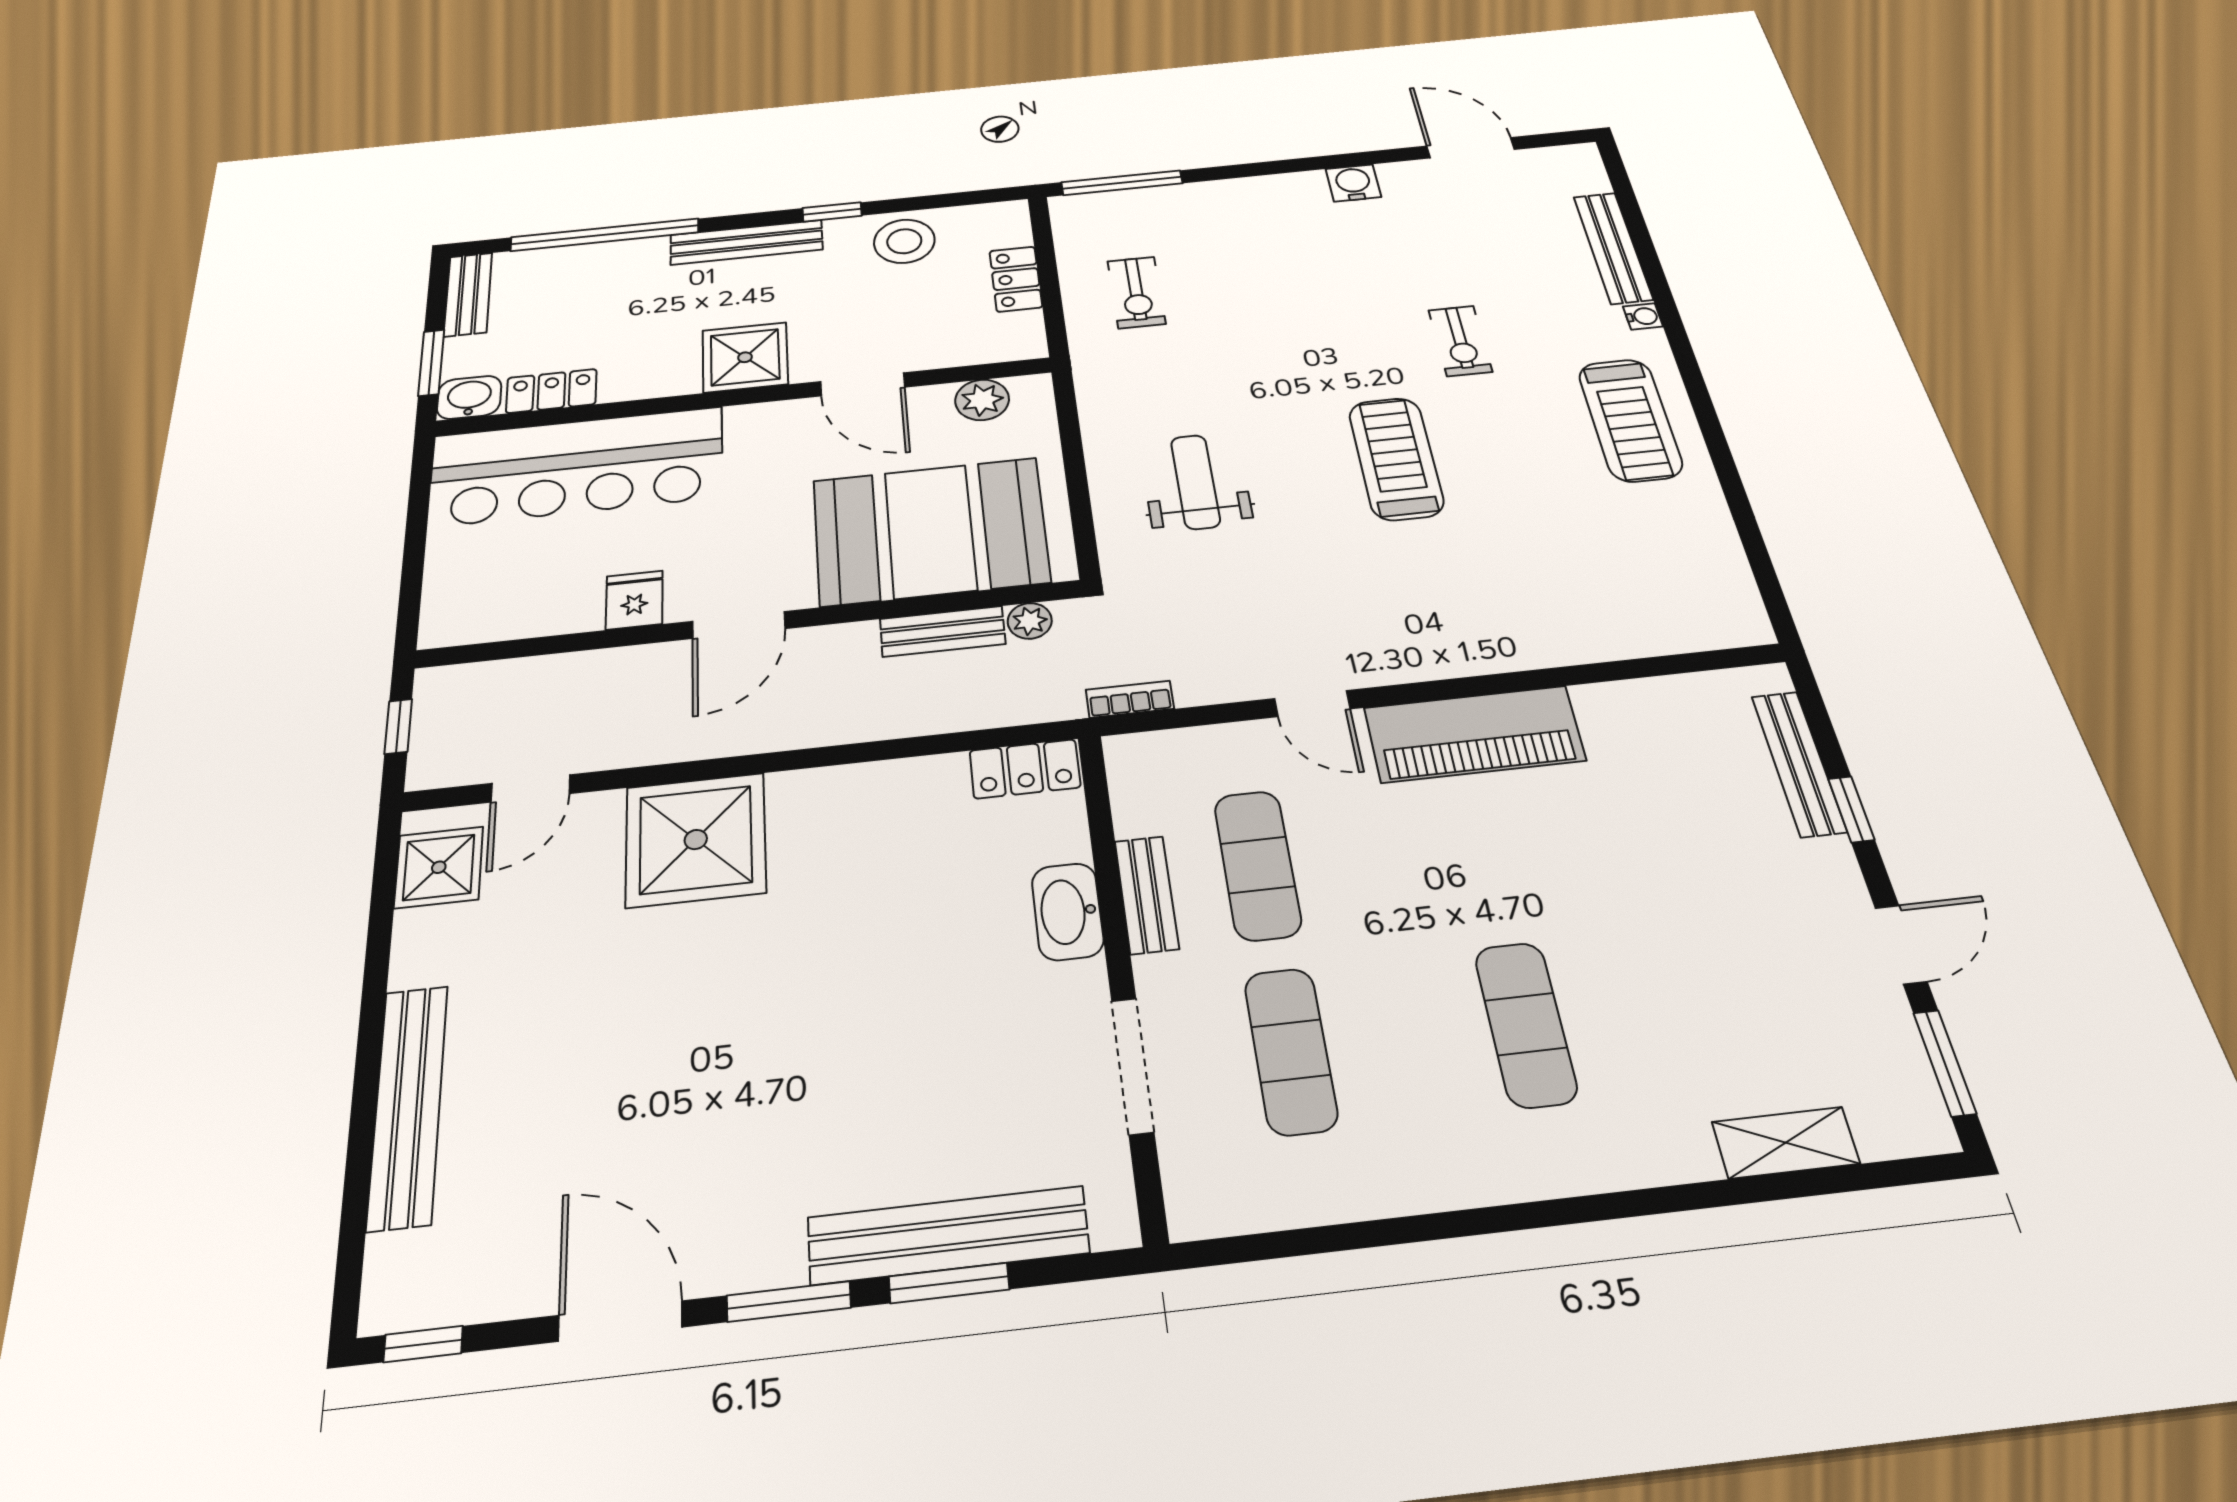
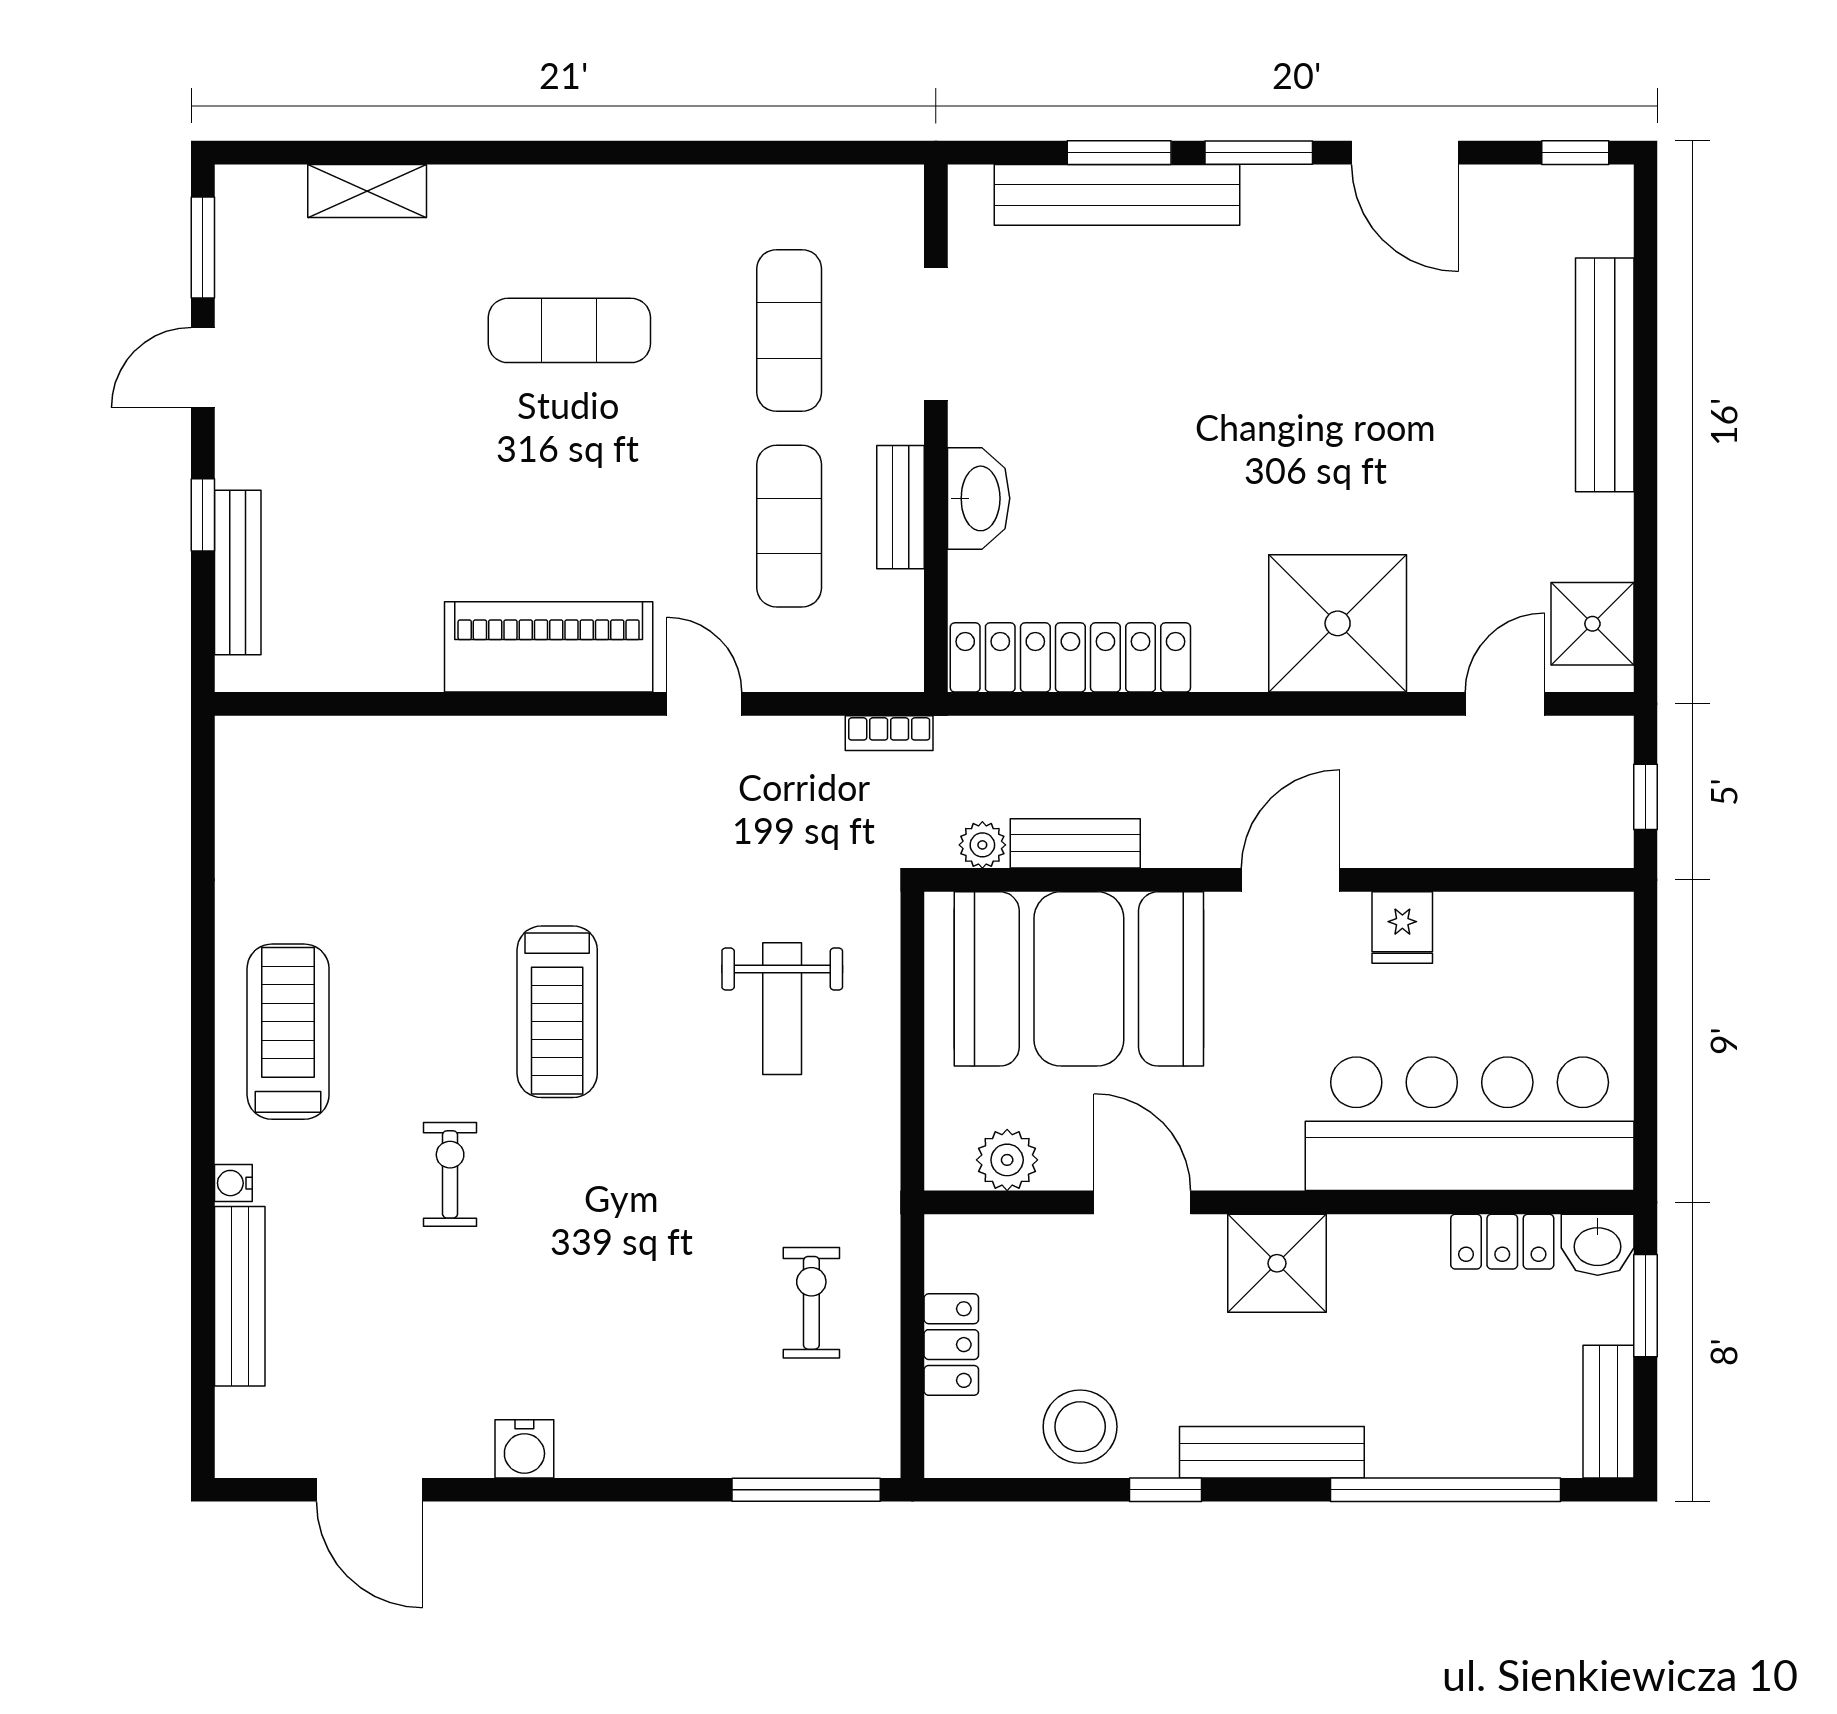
locker: (1025, 769) -> (1070, 657), width x2.16, depth x1.21
exercise mat: (1526, 1024) -> (569, 330), turned 90

